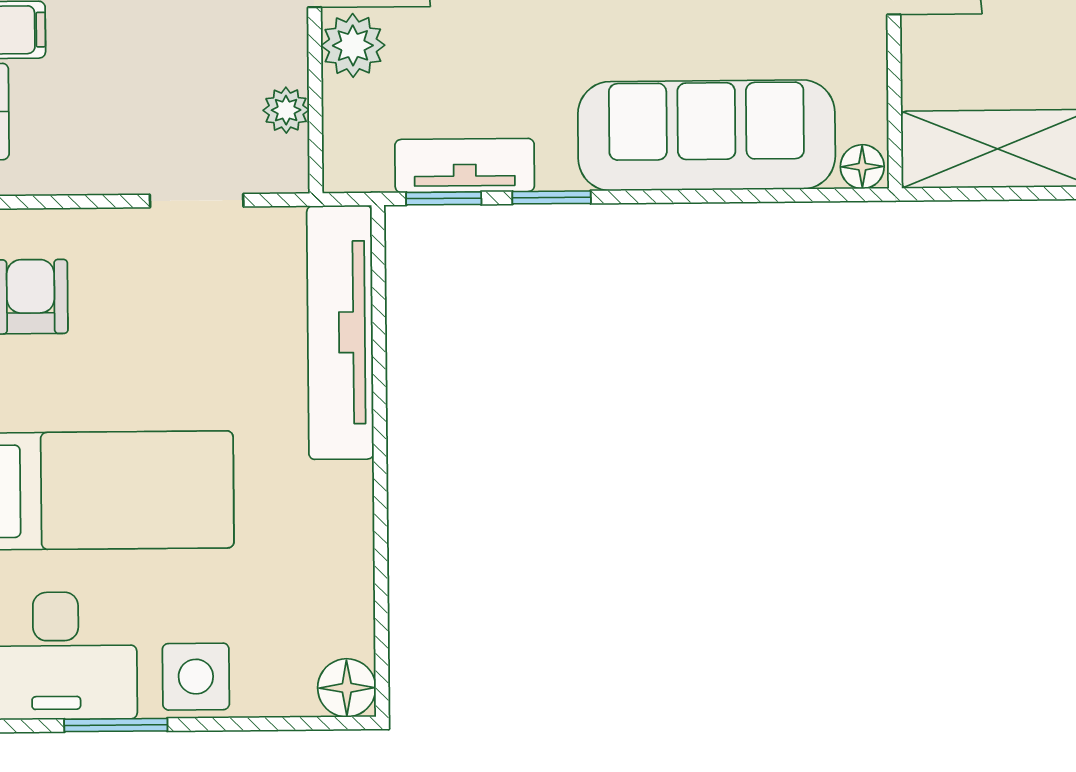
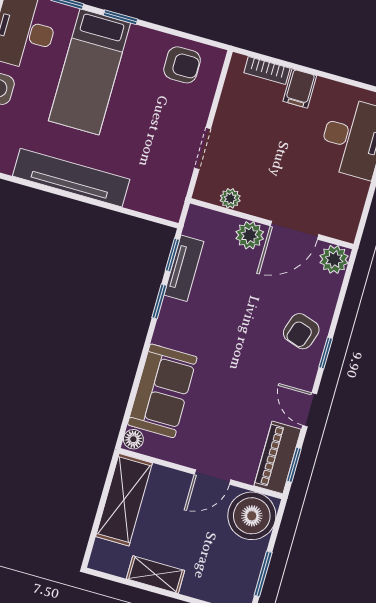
sofa: (707, 135) -> (162, 391), width x0.73
tv unit: (340, 332) -> (71, 178), moved

